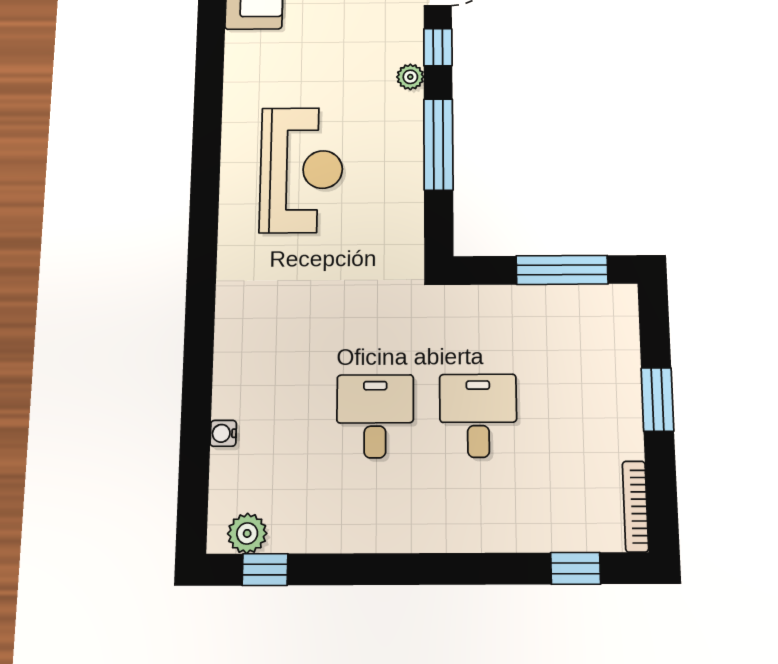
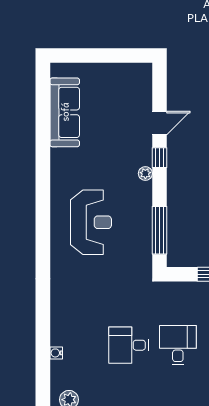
window: (438, 144) -> (159, 230), moved
desk: (375, 416) -> (129, 345), turned -90

